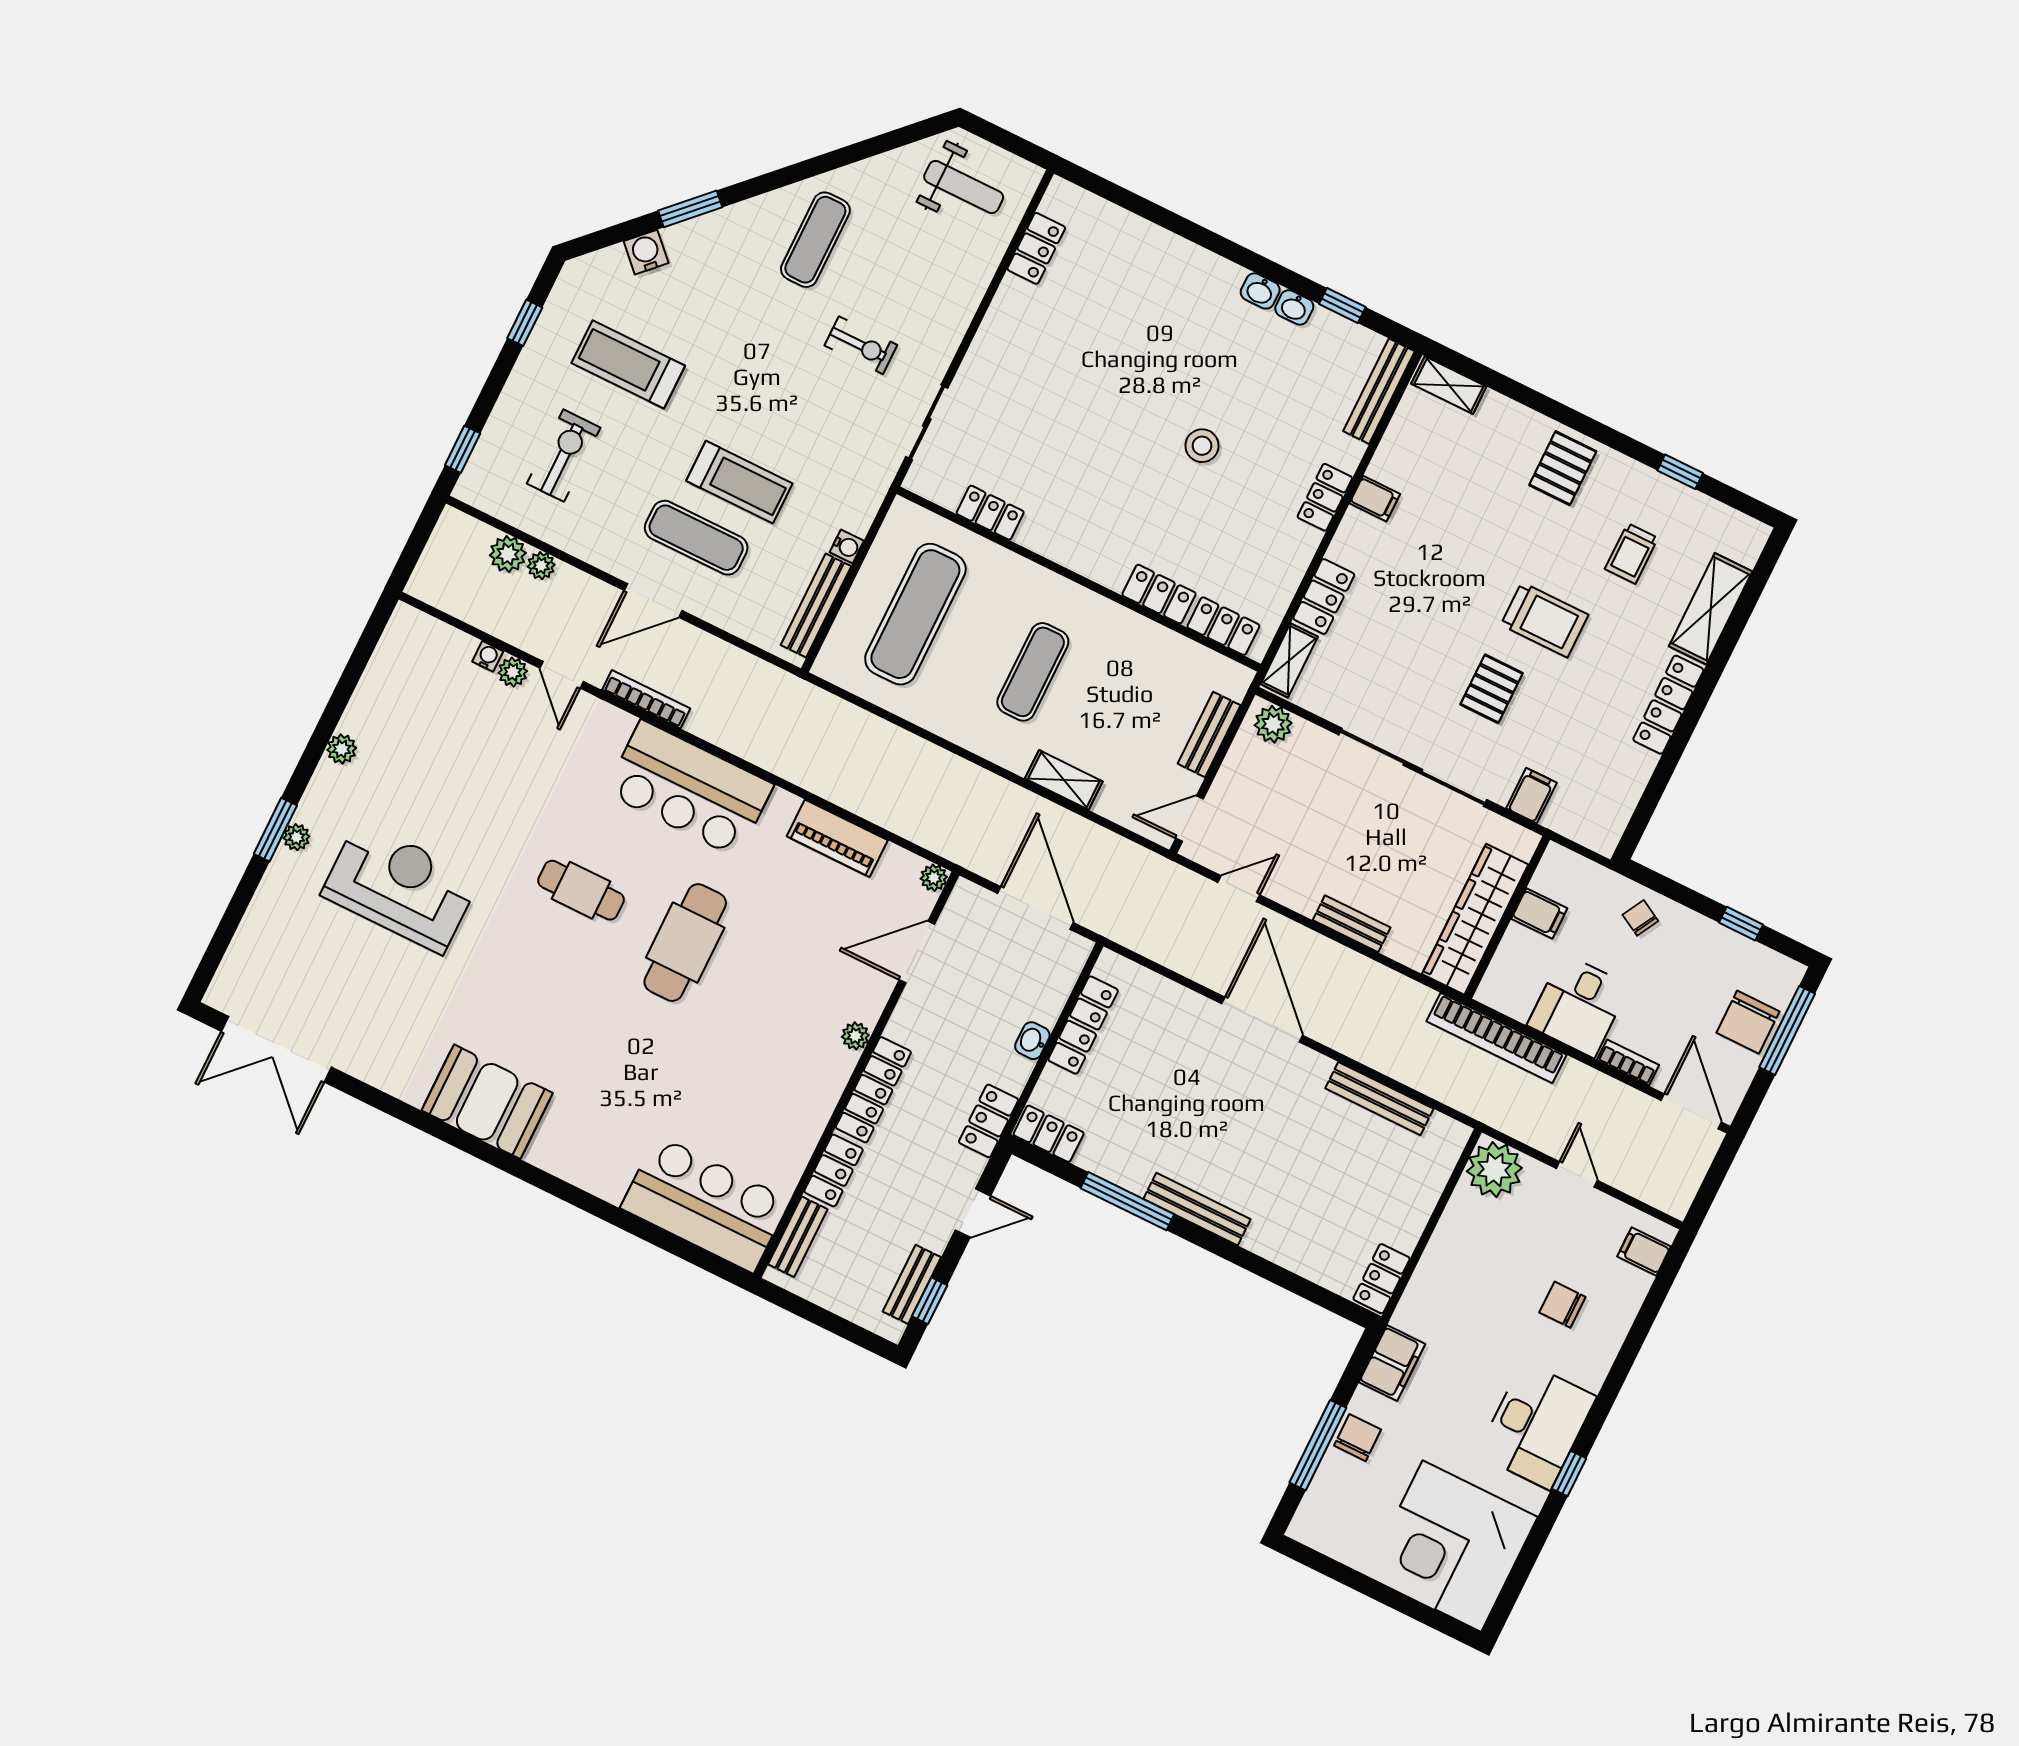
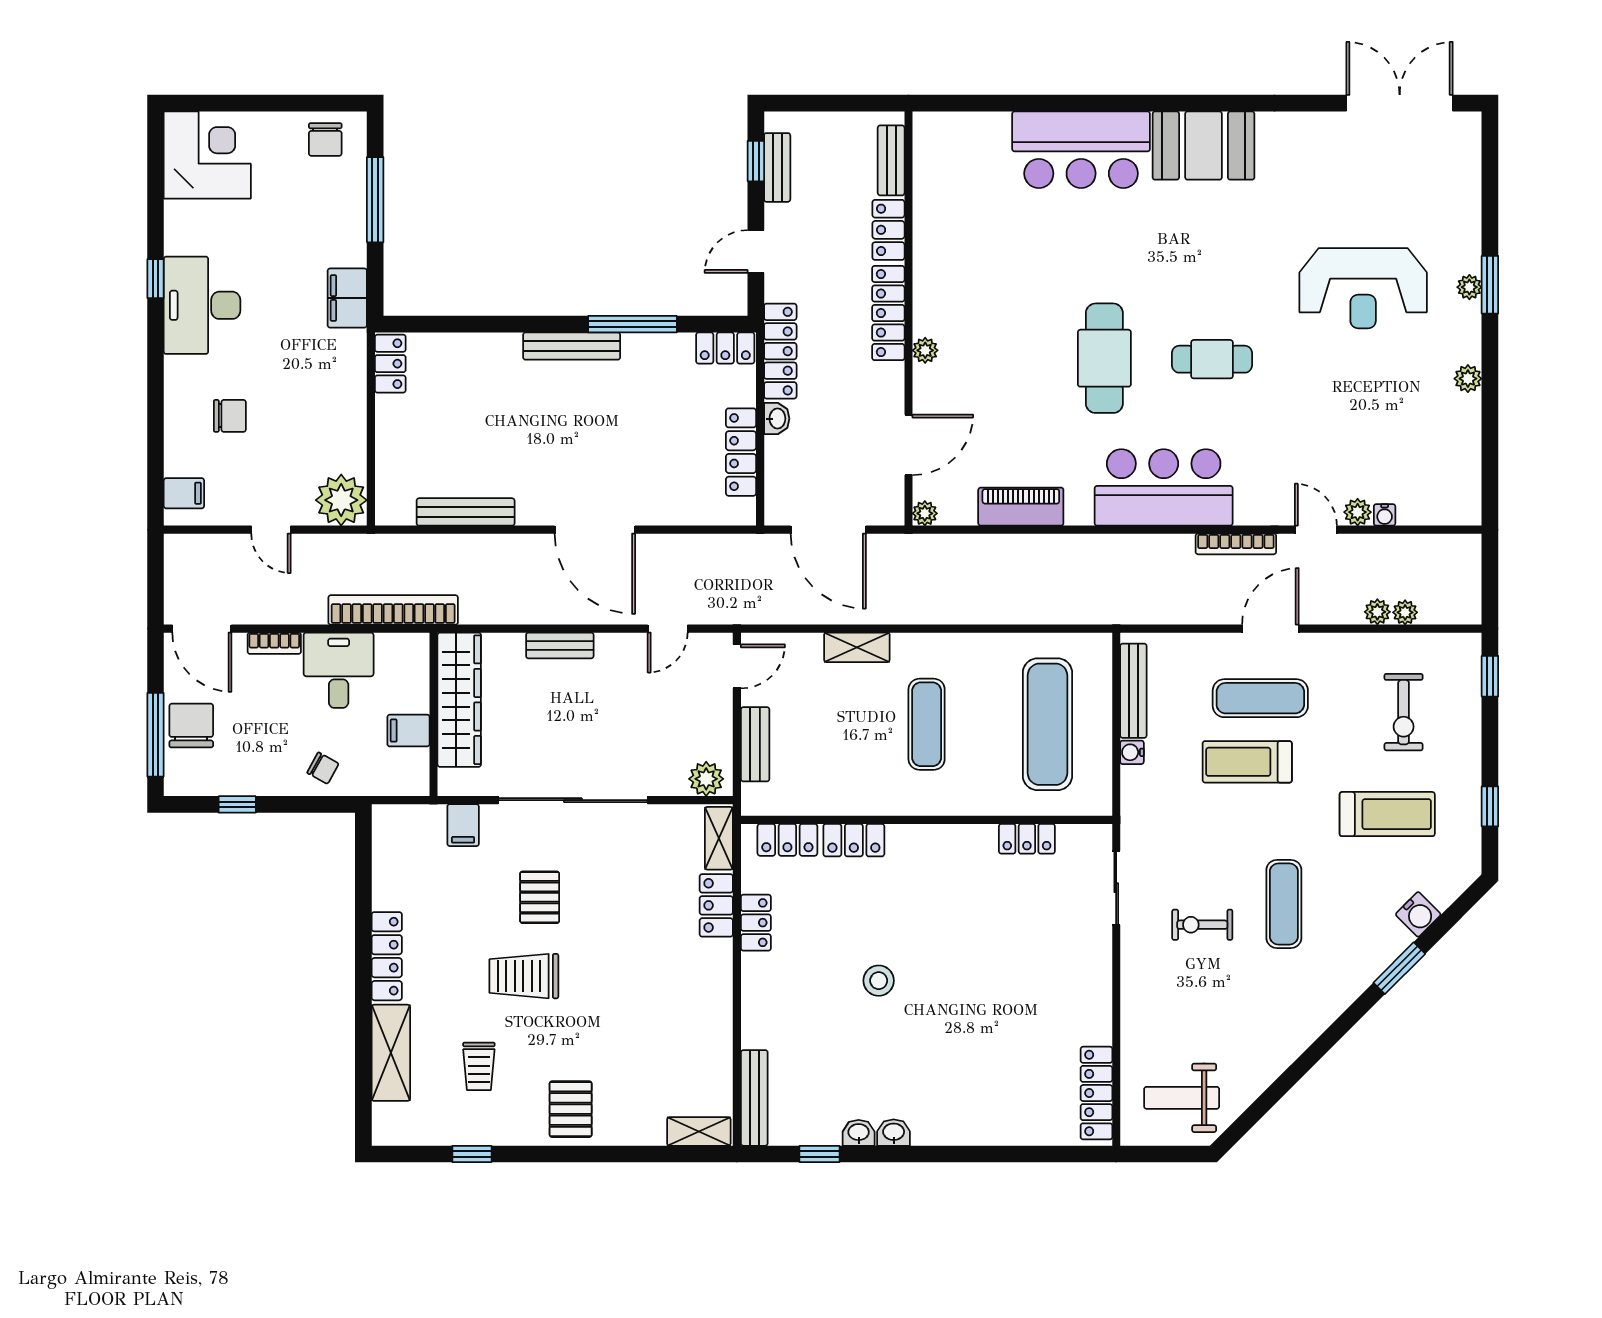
exercise mat: (815, 240) -> (1284, 904), moved
locker: (1036, 248) -> (1096, 1093), width x1.53
locker: (1325, 497) -> (756, 923), moved
filing cabinet: (1375, 499) -> (714, 1007), removed
plant: (508, 554) -> (1405, 612), width x0.73, depth x0.73
trolley: (1631, 554) -> (479, 1066), turned 180
locker: (989, 1121) -> (780, 351), width x1.53
bar counter: (705, 1204) -> (1081, 150), moved
chair: (1358, 1438) -> (325, 139), moved
corner desk: (1452, 1546) -> (207, 155), width x0.74, depth x0.74

